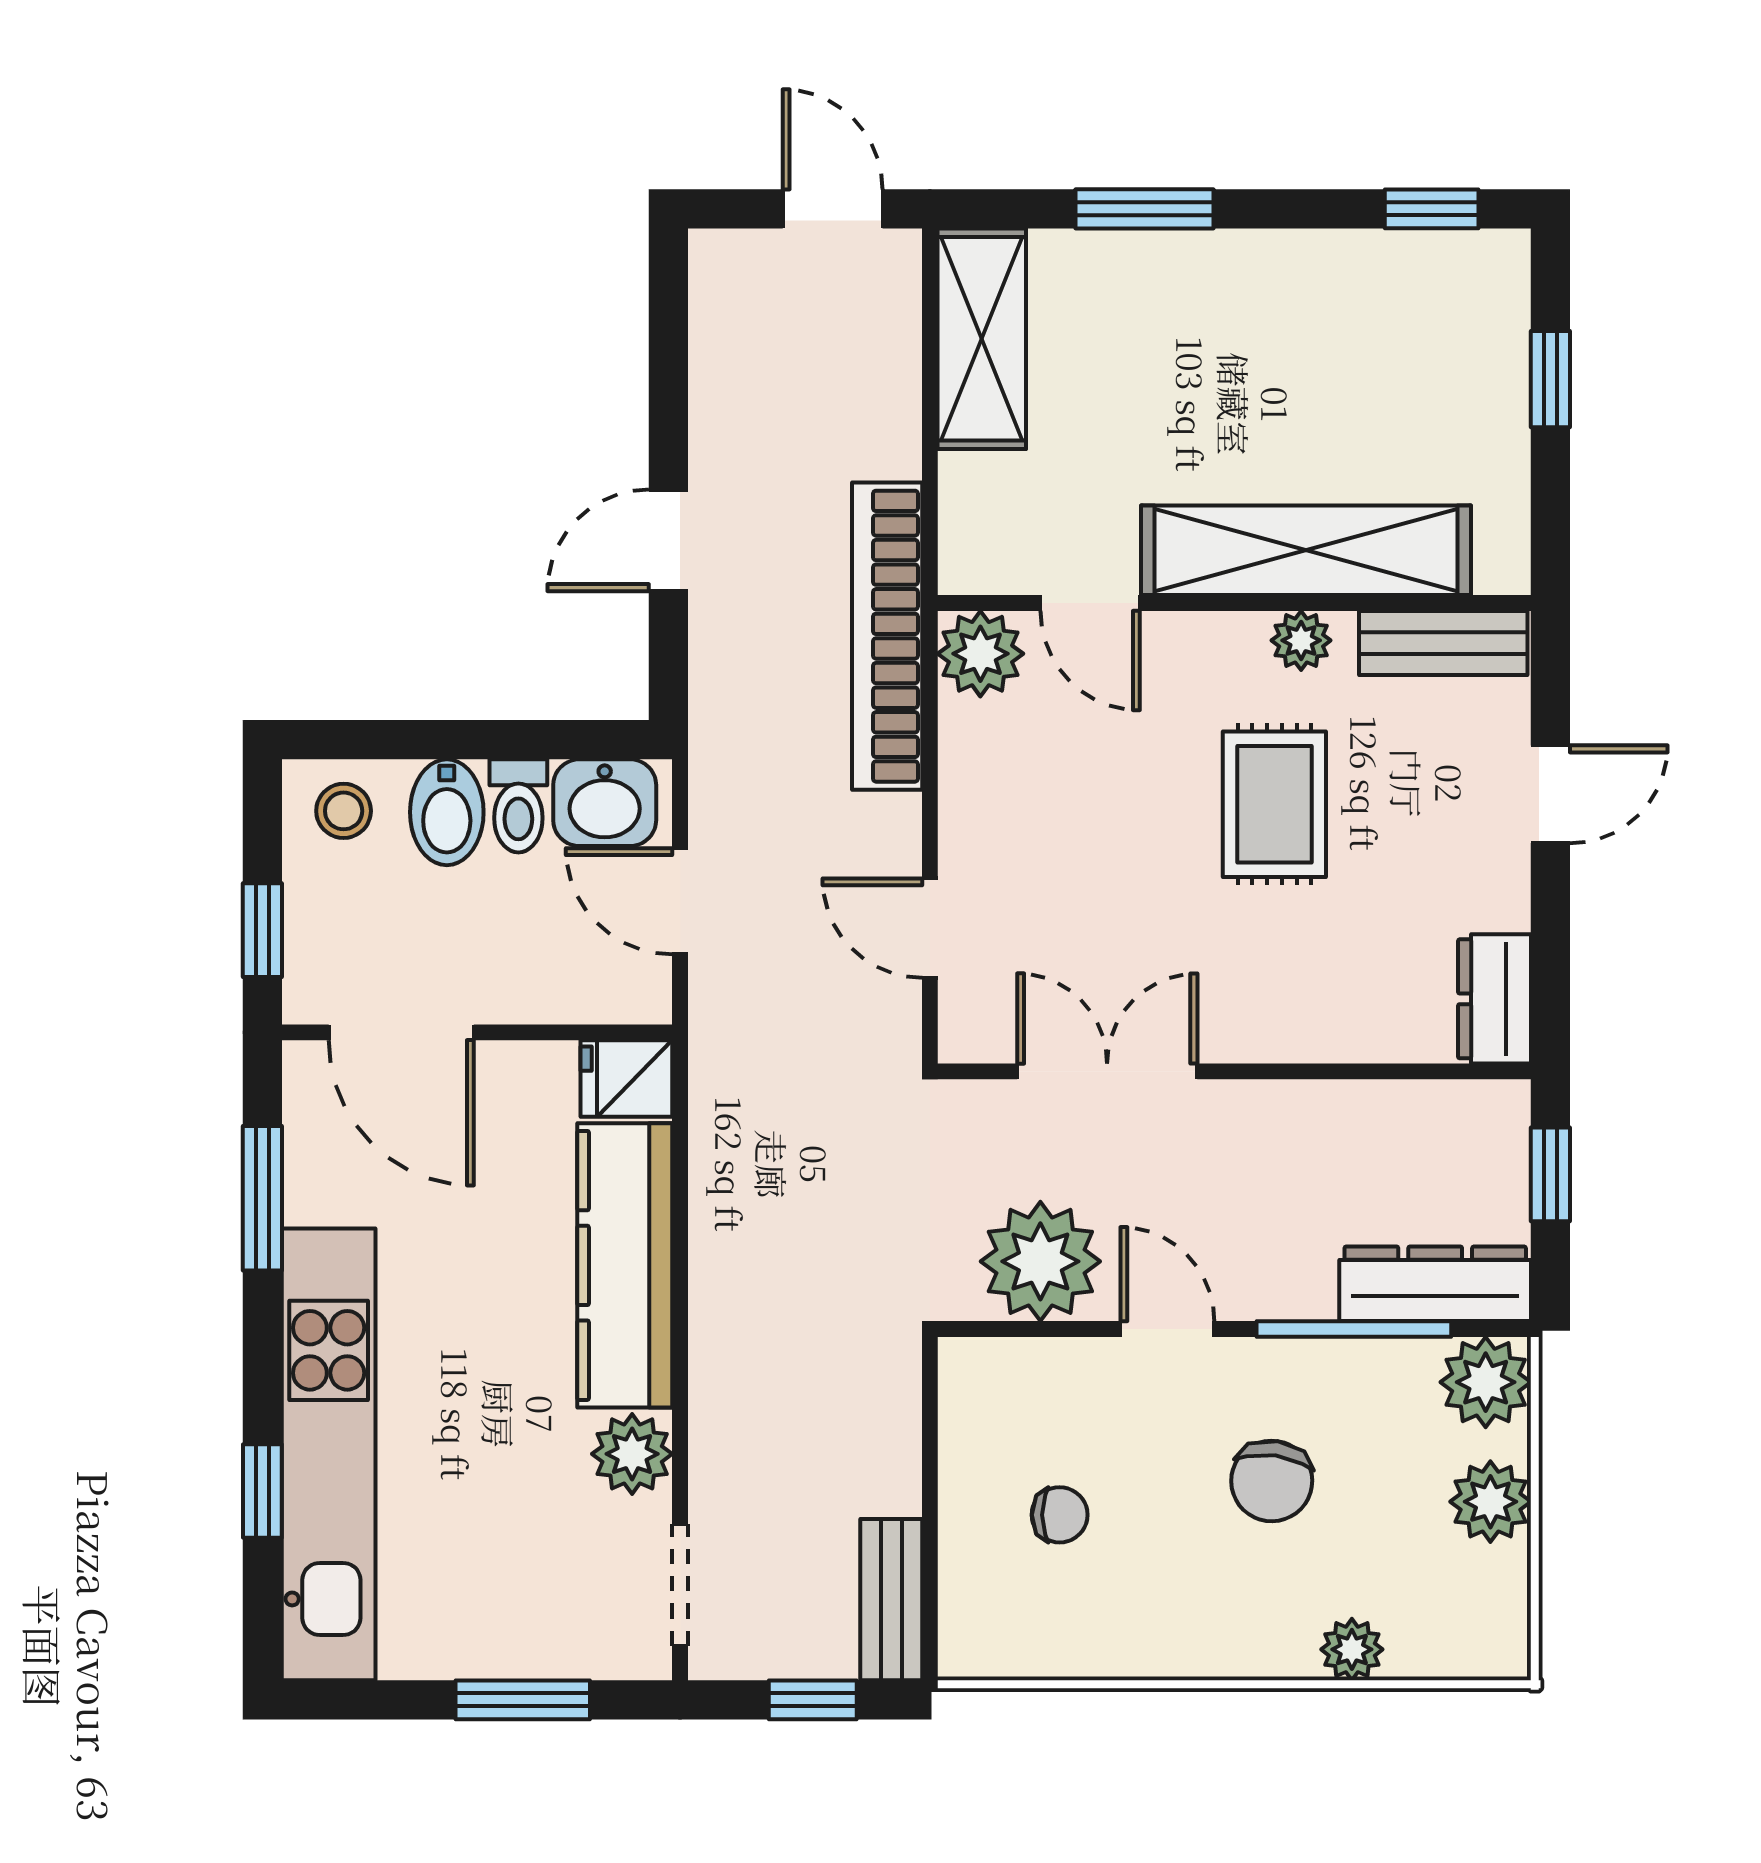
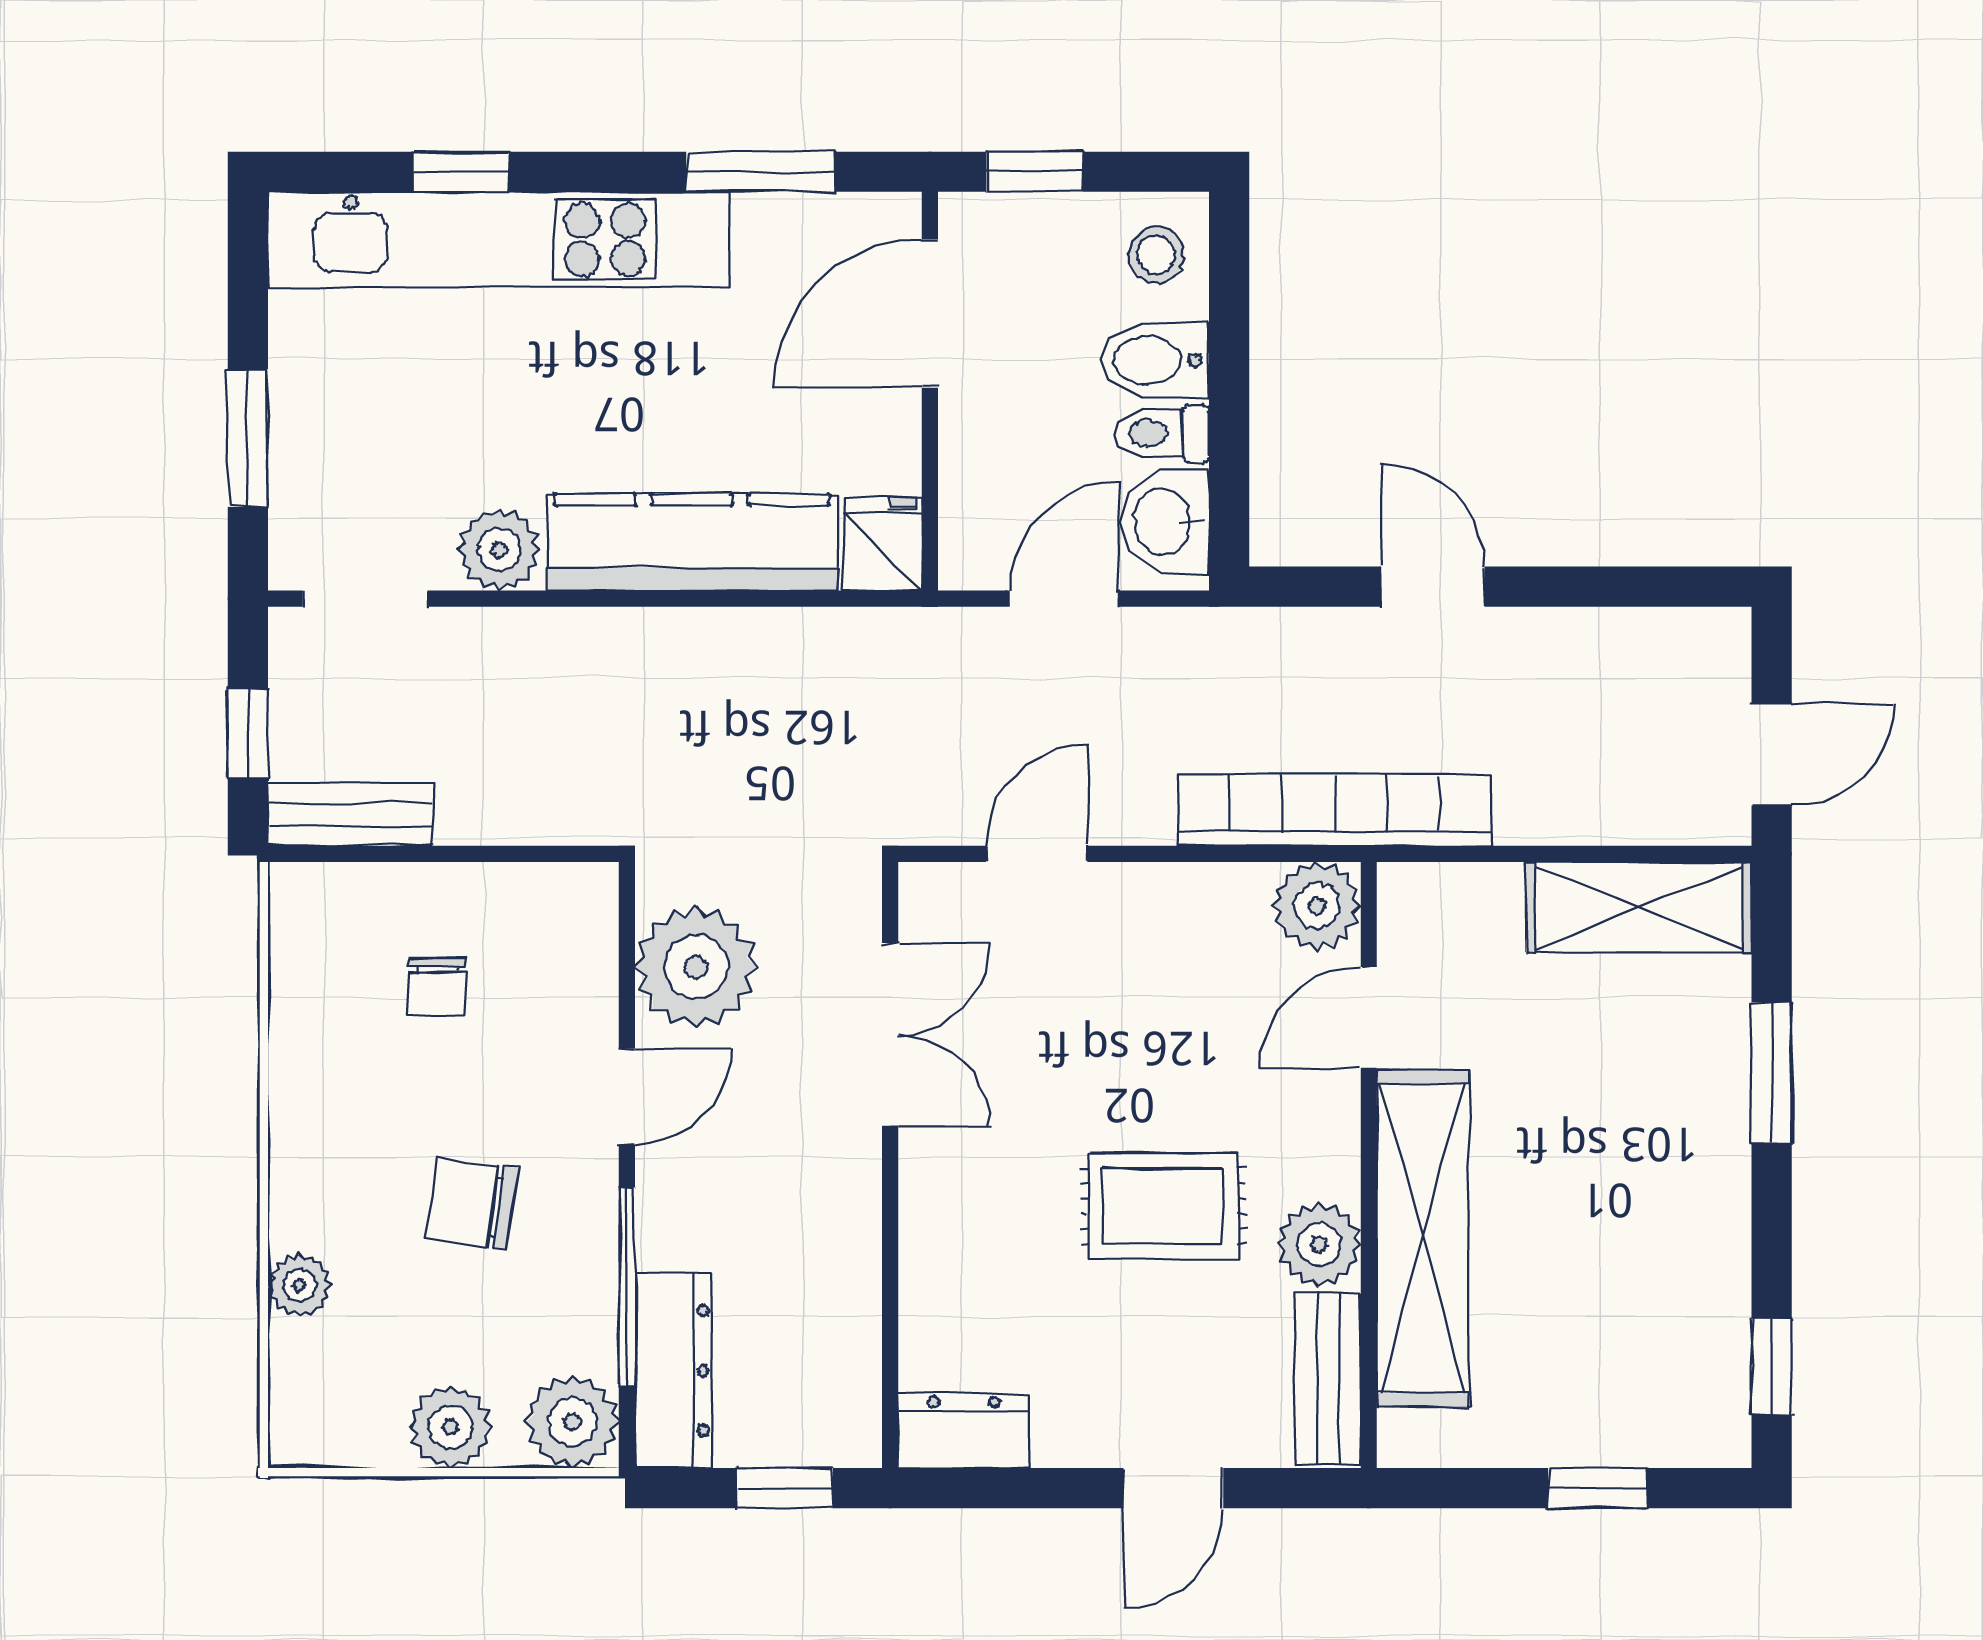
plant: (1301, 640) -> (1319, 1245), width x1.38, depth x1.38
door: (1550, 794) -> (1173, 1488), hinge flipped

